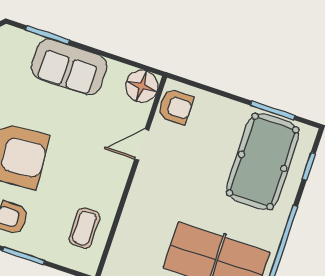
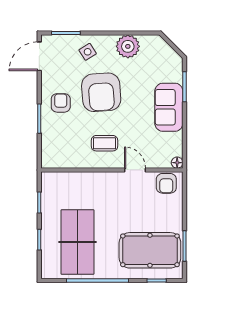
floor lamp: (142, 86) -> (177, 163), width x0.53, depth x0.53
coffee table: (84, 228) -> (105, 143), moved

